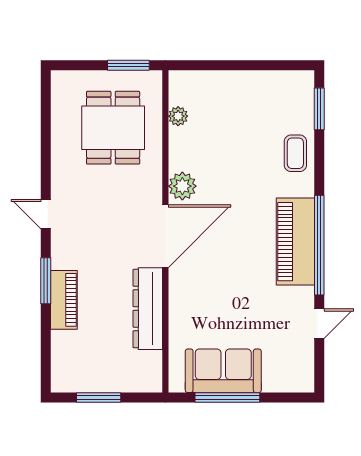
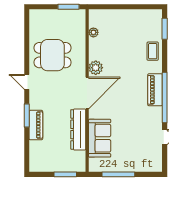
dining table: (113, 128) -> (52, 55), moved, turned 90
piano: (295, 242) -> (155, 90), width x0.73, depth x0.75
sofa: (223, 371) -> (100, 138), moved, turned 90
window: (99, 398) -> (65, 174), moved

